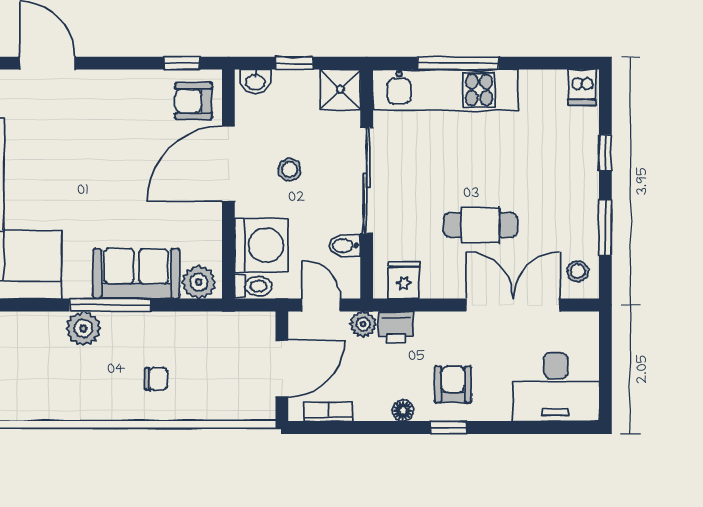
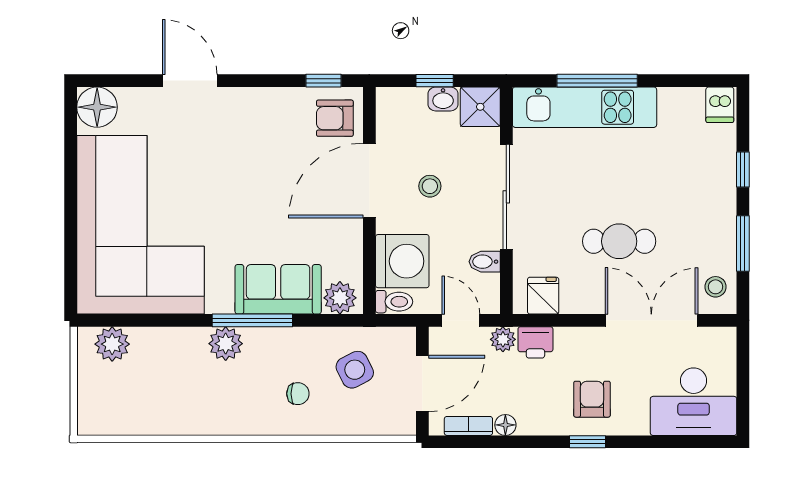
washbasin: (255, 82) -> (443, 99), moved
side table: (214, 355) -> (355, 370), added
floor lamp: (403, 411) -> (505, 425), moved

